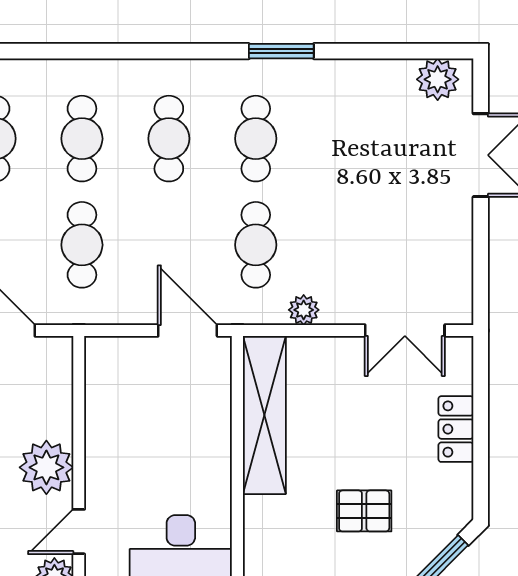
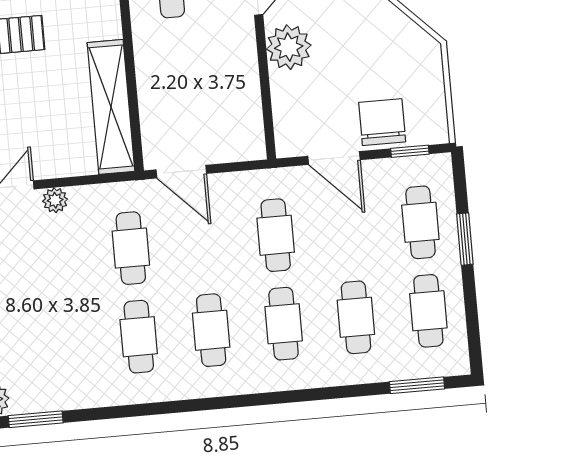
window: (281, 51) -> (36, 419), moved
plant: (304, 310) -> (55, 200), moved

